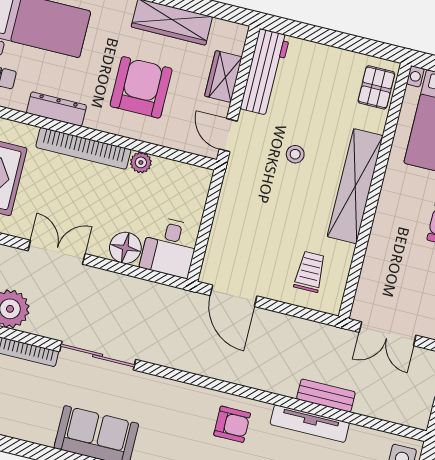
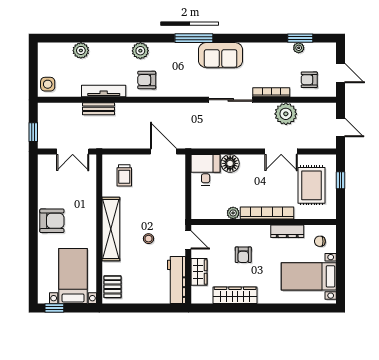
armchair: (141, 87) -> (243, 255), width x0.53, depth x0.53
double door: (57, 252) -> (281, 152), moved
double door: (388, 334) -> (73, 152), swing flipped

